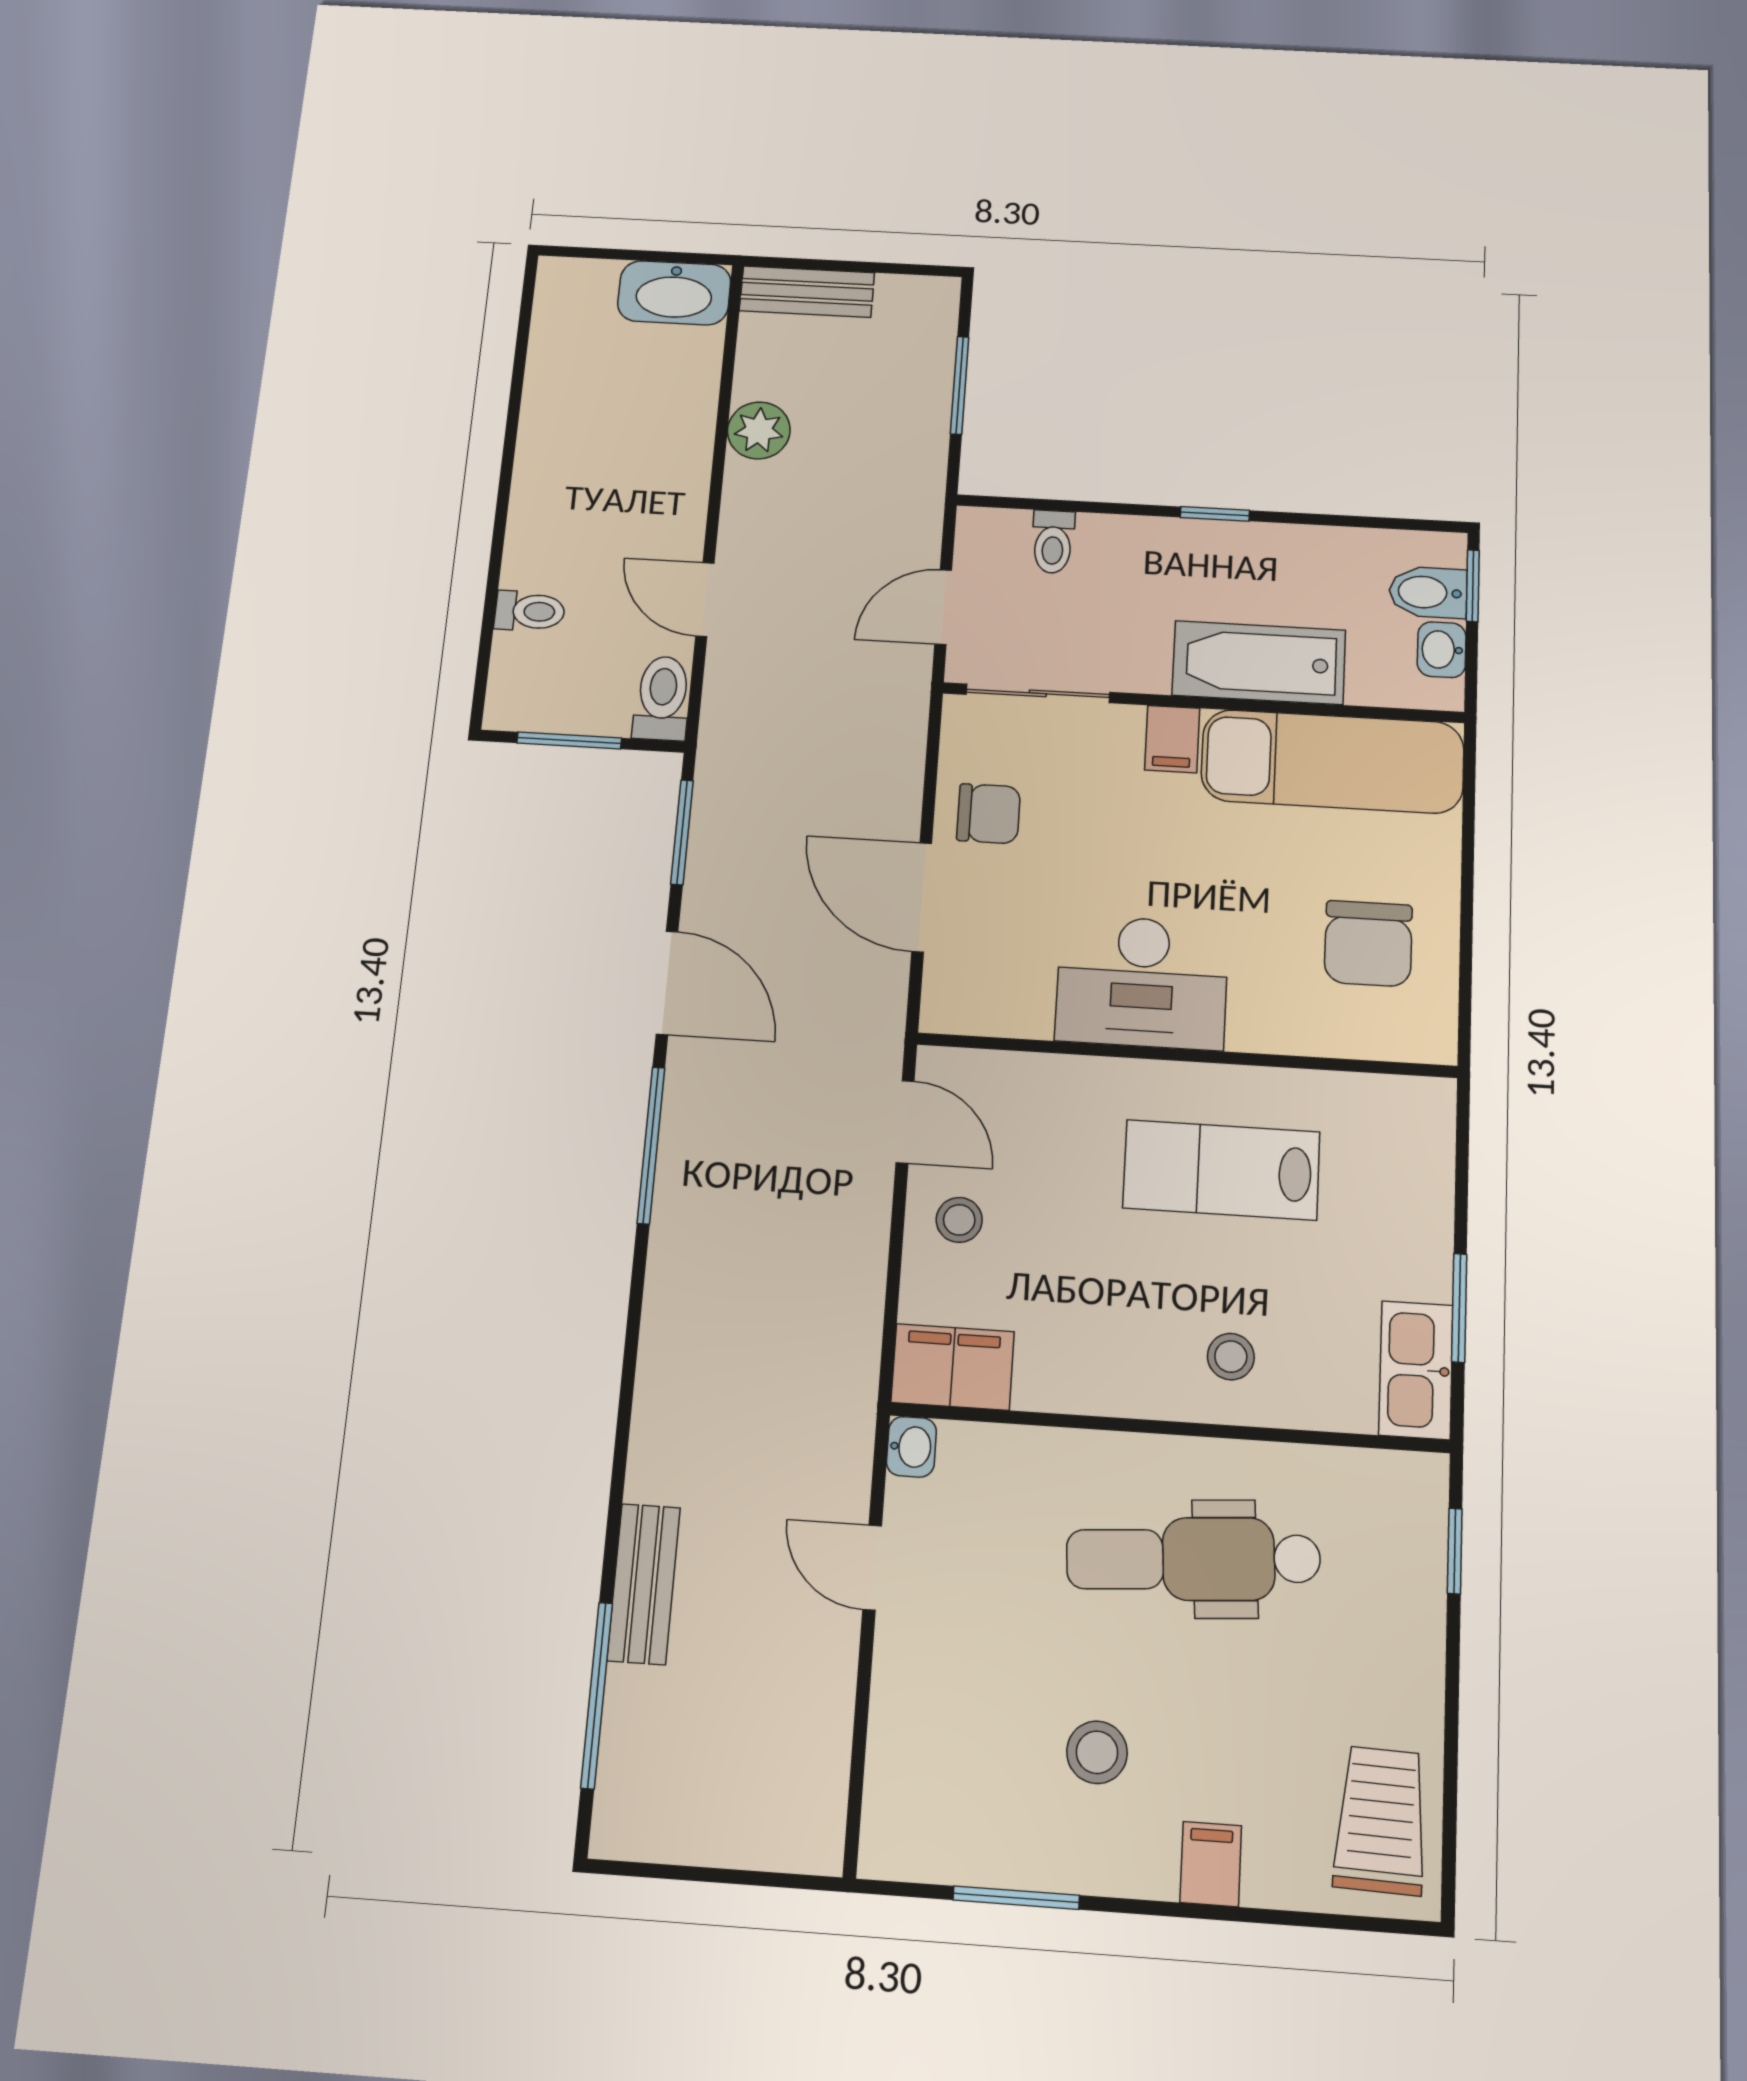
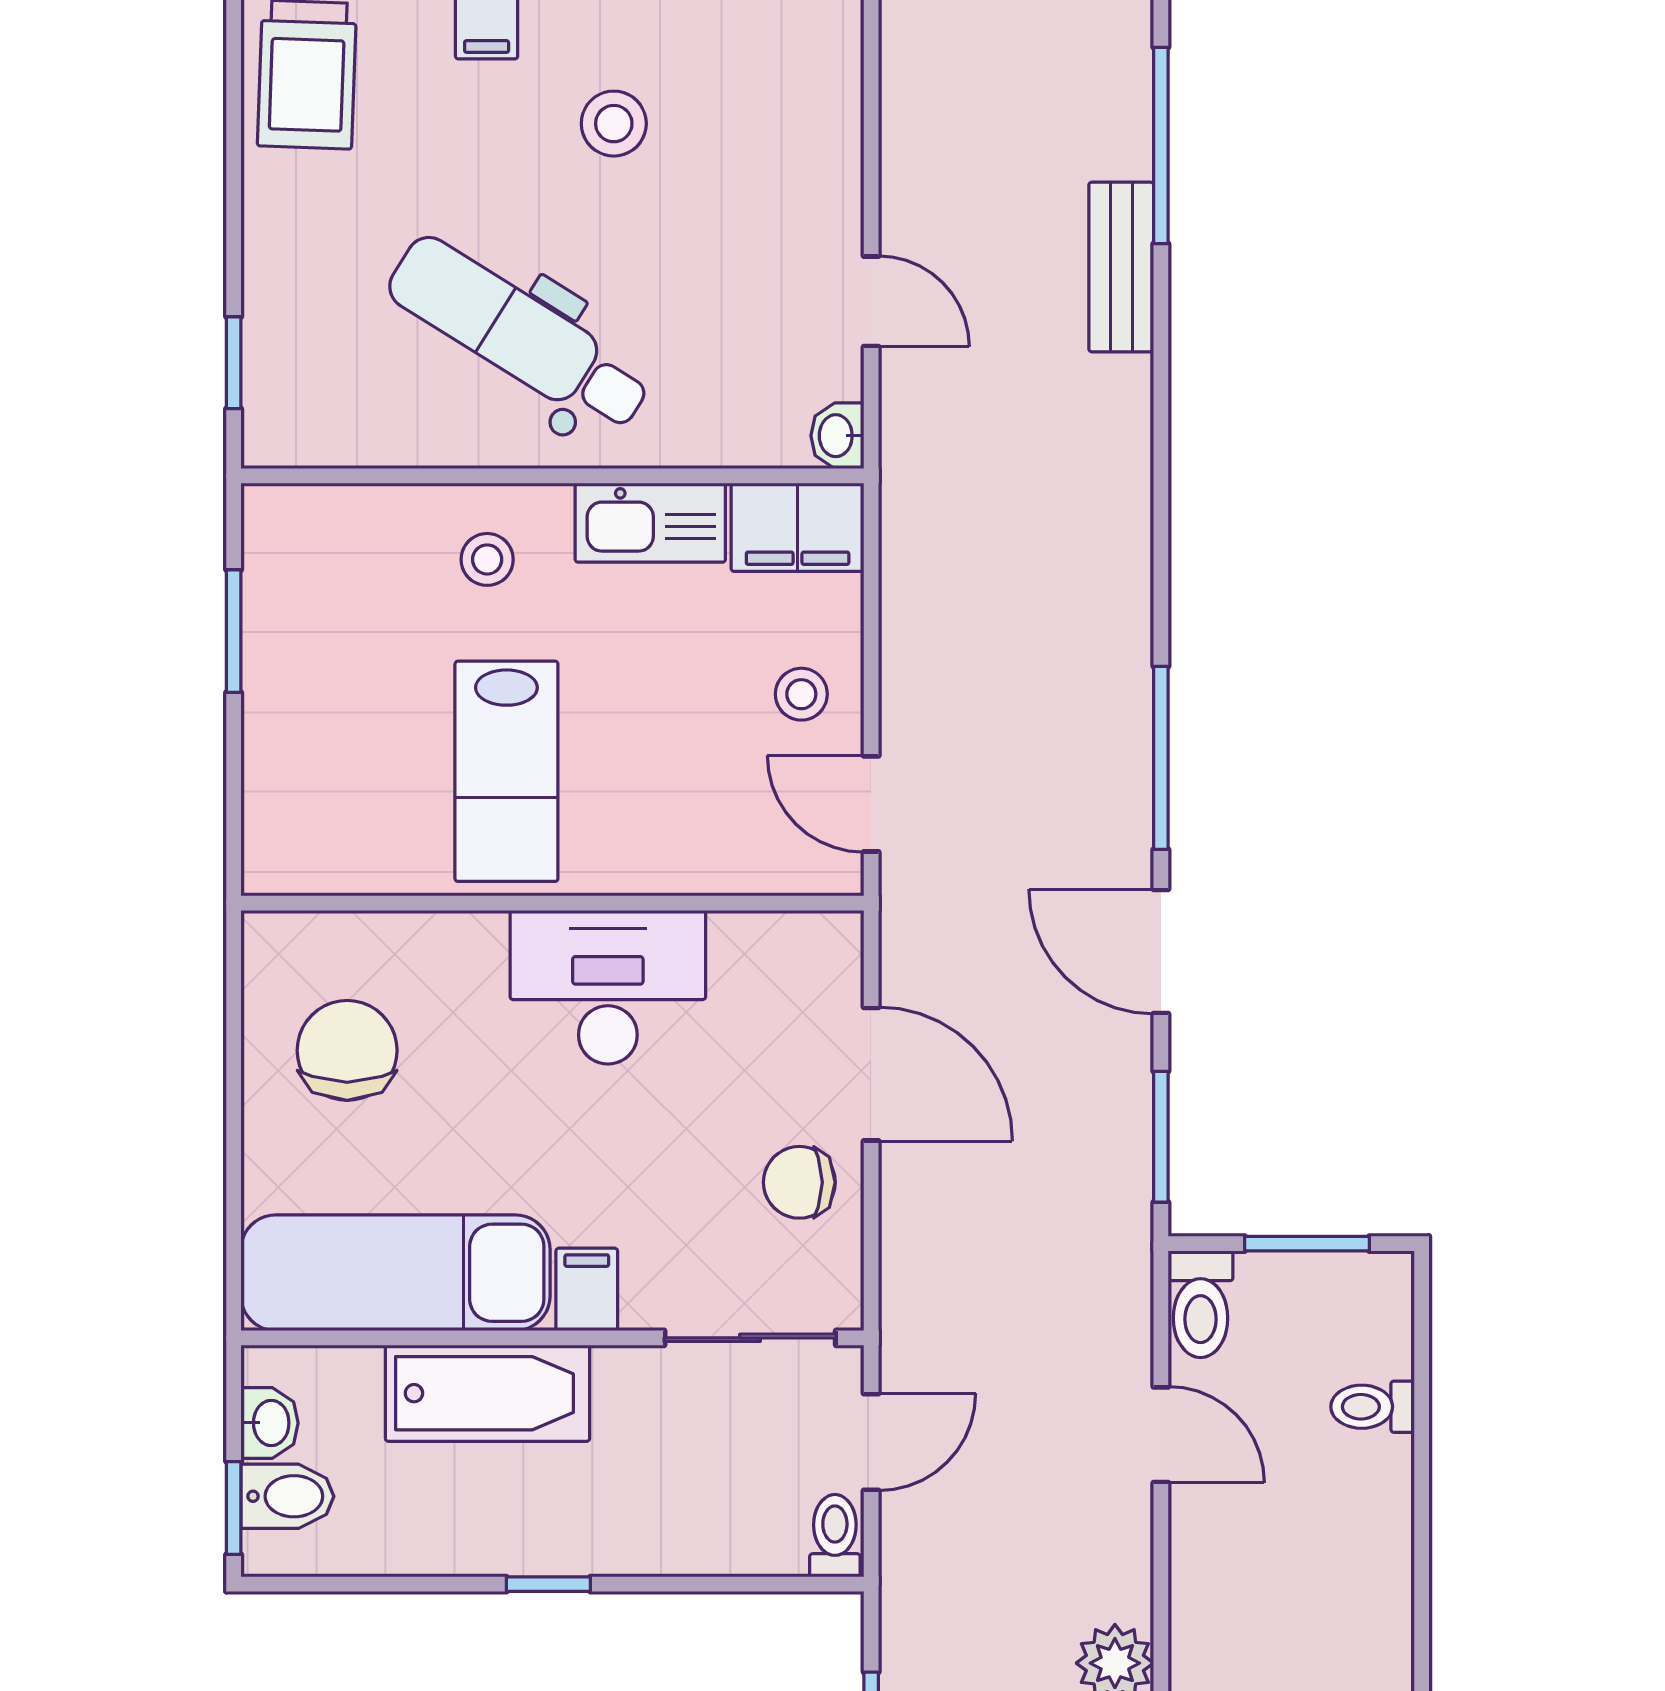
toilet: (1053, 542) -> (835, 1536), moved
lab bench: (1221, 1170) -> (506, 771), turned 90
kitchen sink: (1416, 1370) -> (650, 523), moved, turned 90
dental chair: (1193, 1559) -> (519, 335), turned -144

